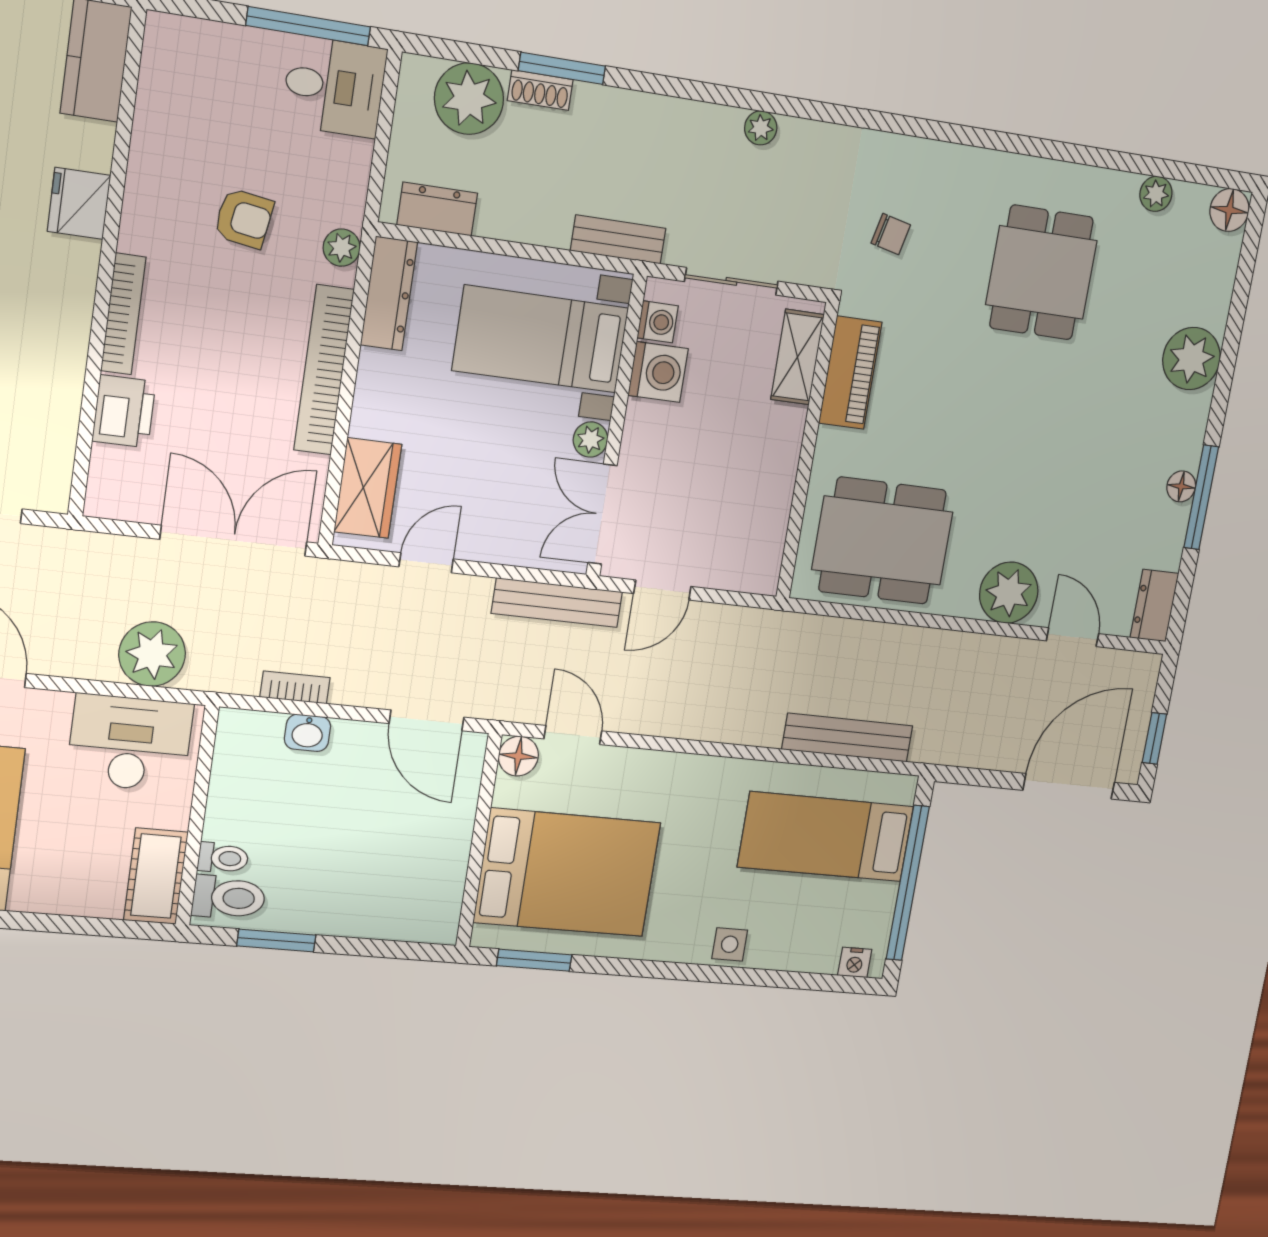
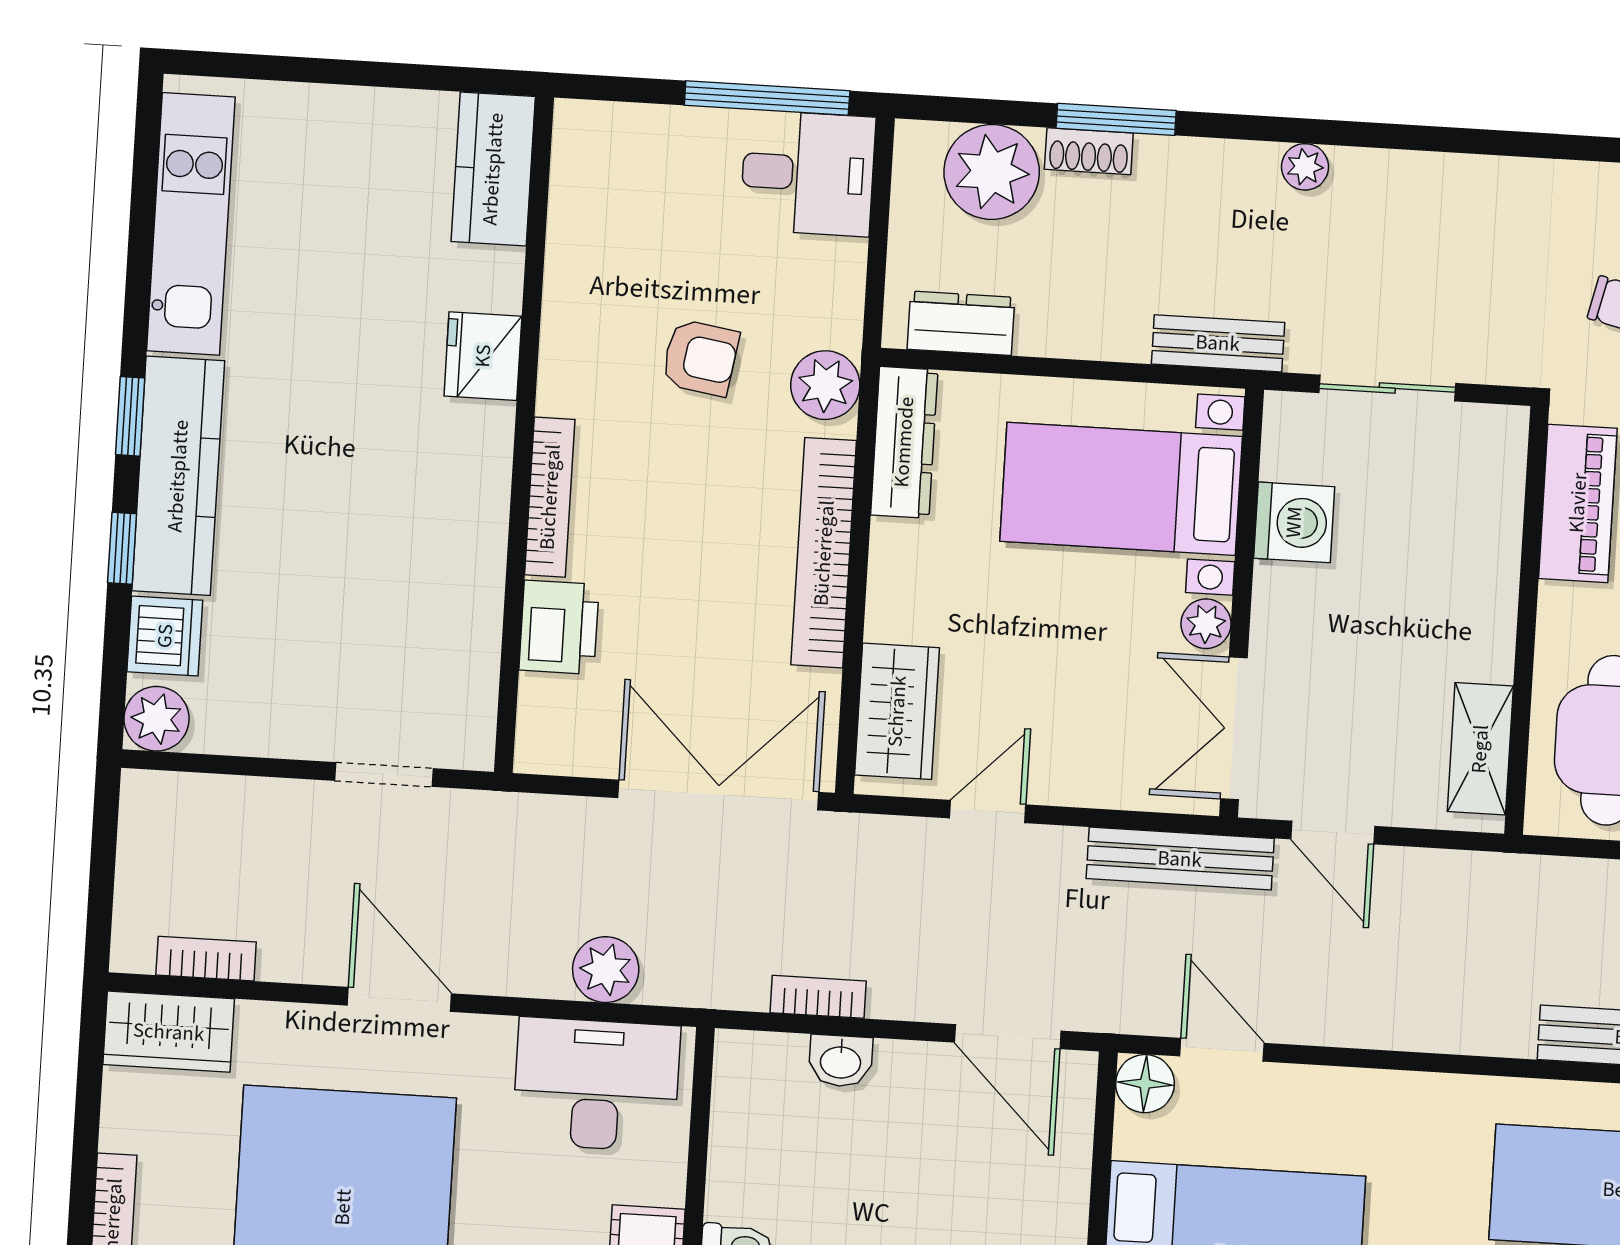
plant: (761, 128) -> (1305, 167), moved
plant: (342, 248) -> (825, 385), width x1.38, depth x1.38
washing machine: (658, 322) -> (1286, 452), removed
shelving: (797, 357) -> (1480, 749), moved
door: (662, 590) -> (1333, 833), hinge flipped
plant: (152, 654) -> (606, 970), width x0.73, depth x0.73

